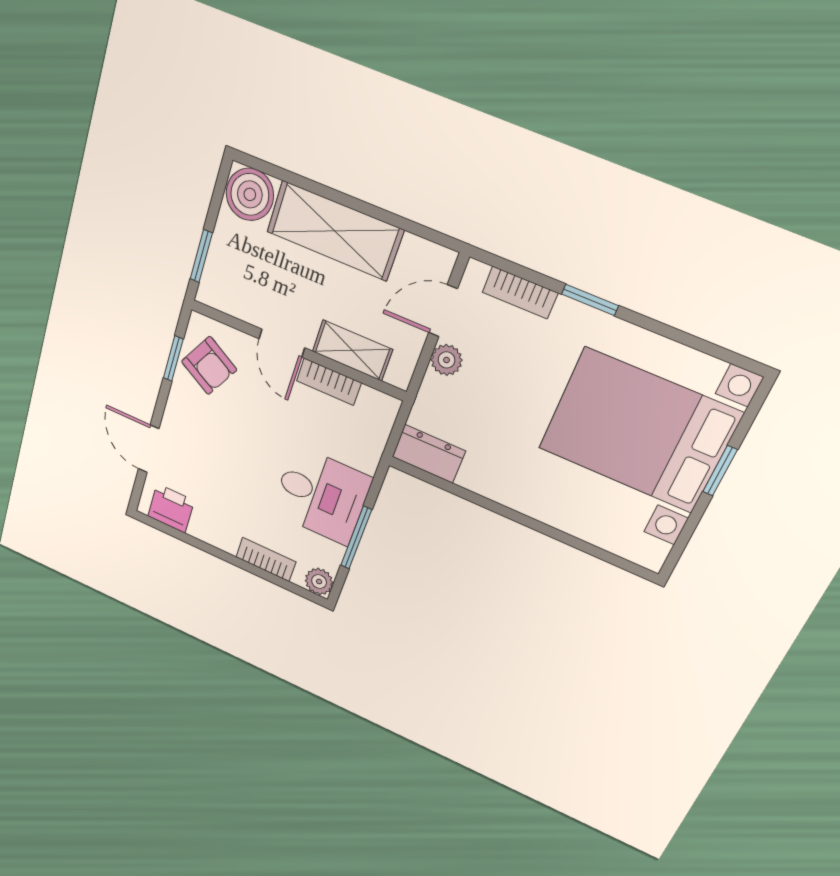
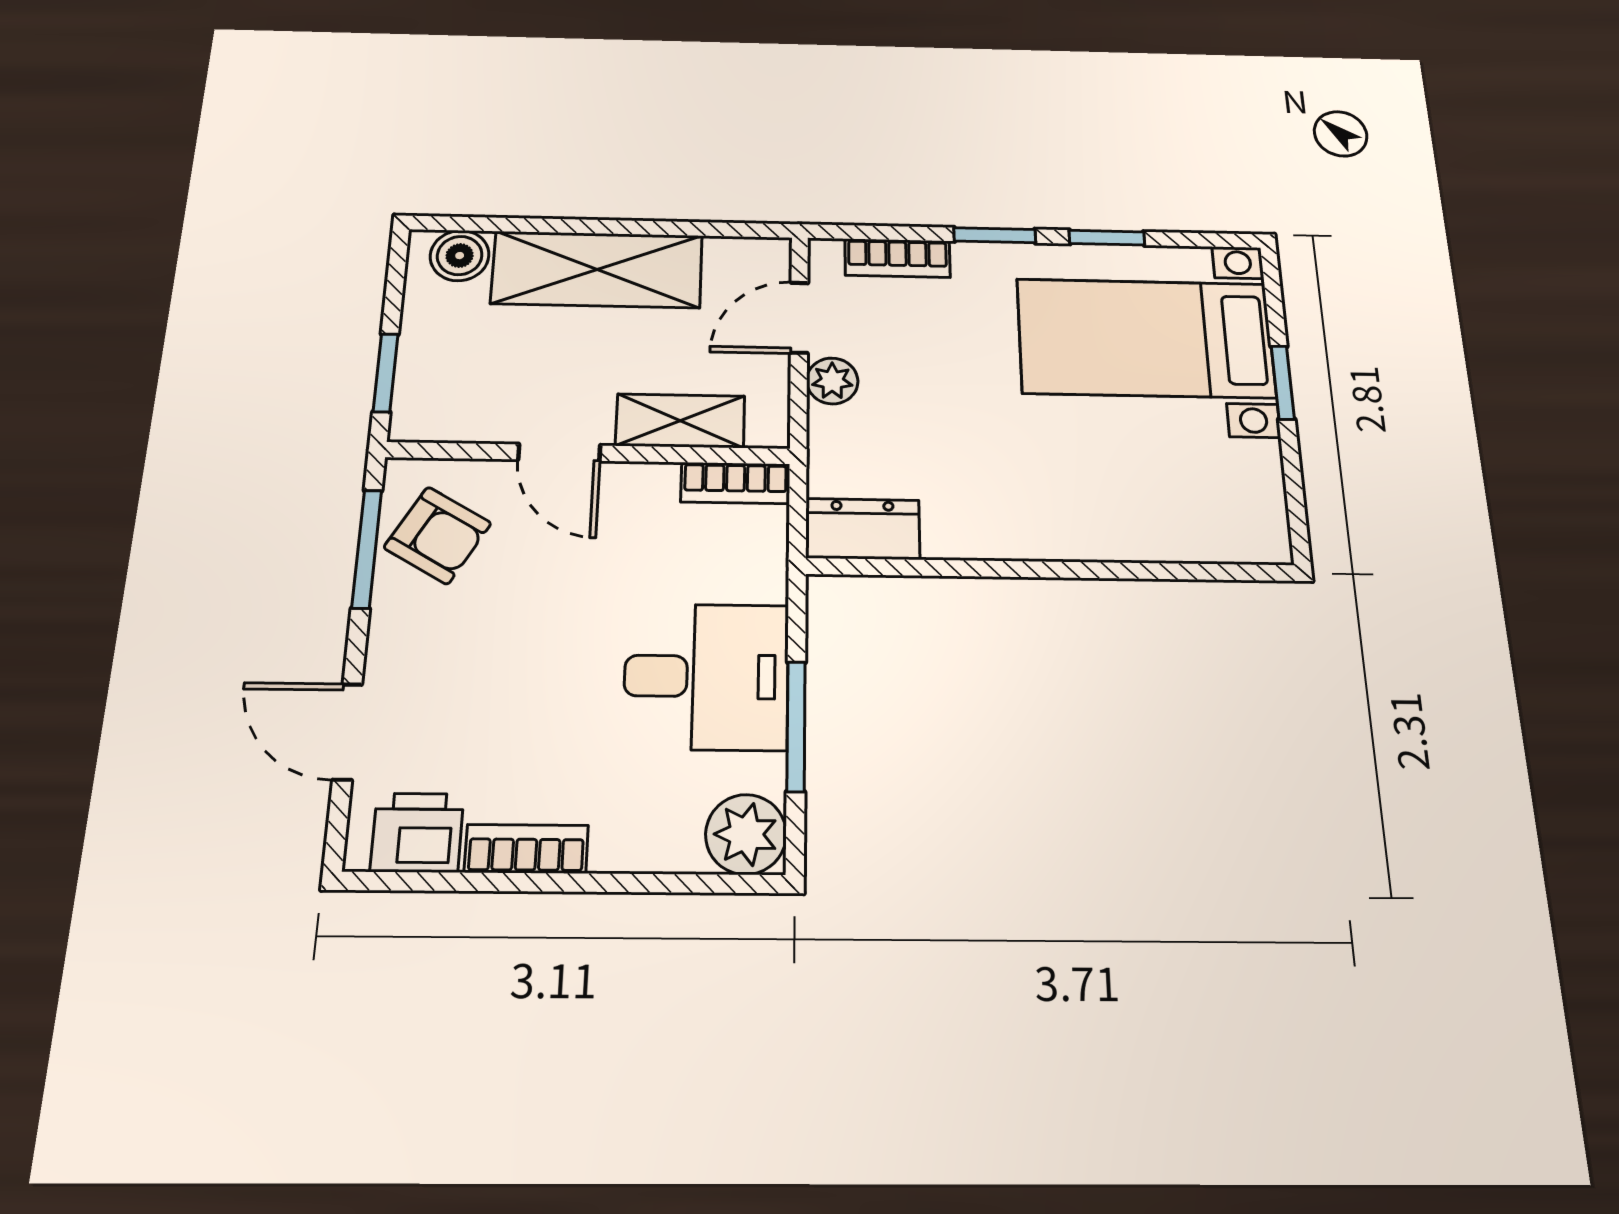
boiler: (250, 194) -> (460, 256), width x0.73, depth x0.73
window: (663, 330) -> (1107, 238), added
window: (173, 359) -> (367, 549), width x1.50
bookcase: (329, 382) -> (735, 483), moved
bed with nightstands: (639, 431) -> (1145, 338), width x0.73
bookcase: (266, 559) -> (526, 849), moved
plant: (319, 582) -> (746, 834), width x1.38, depth x1.38

